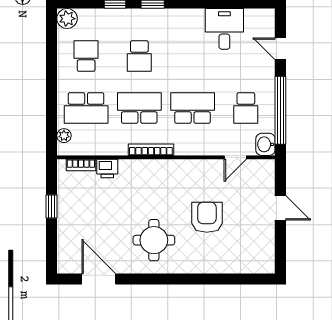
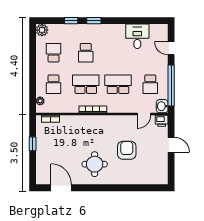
school desk: (86, 108) -> (54, 84), width x0.54
printer: (107, 169) -> (162, 121), moved

